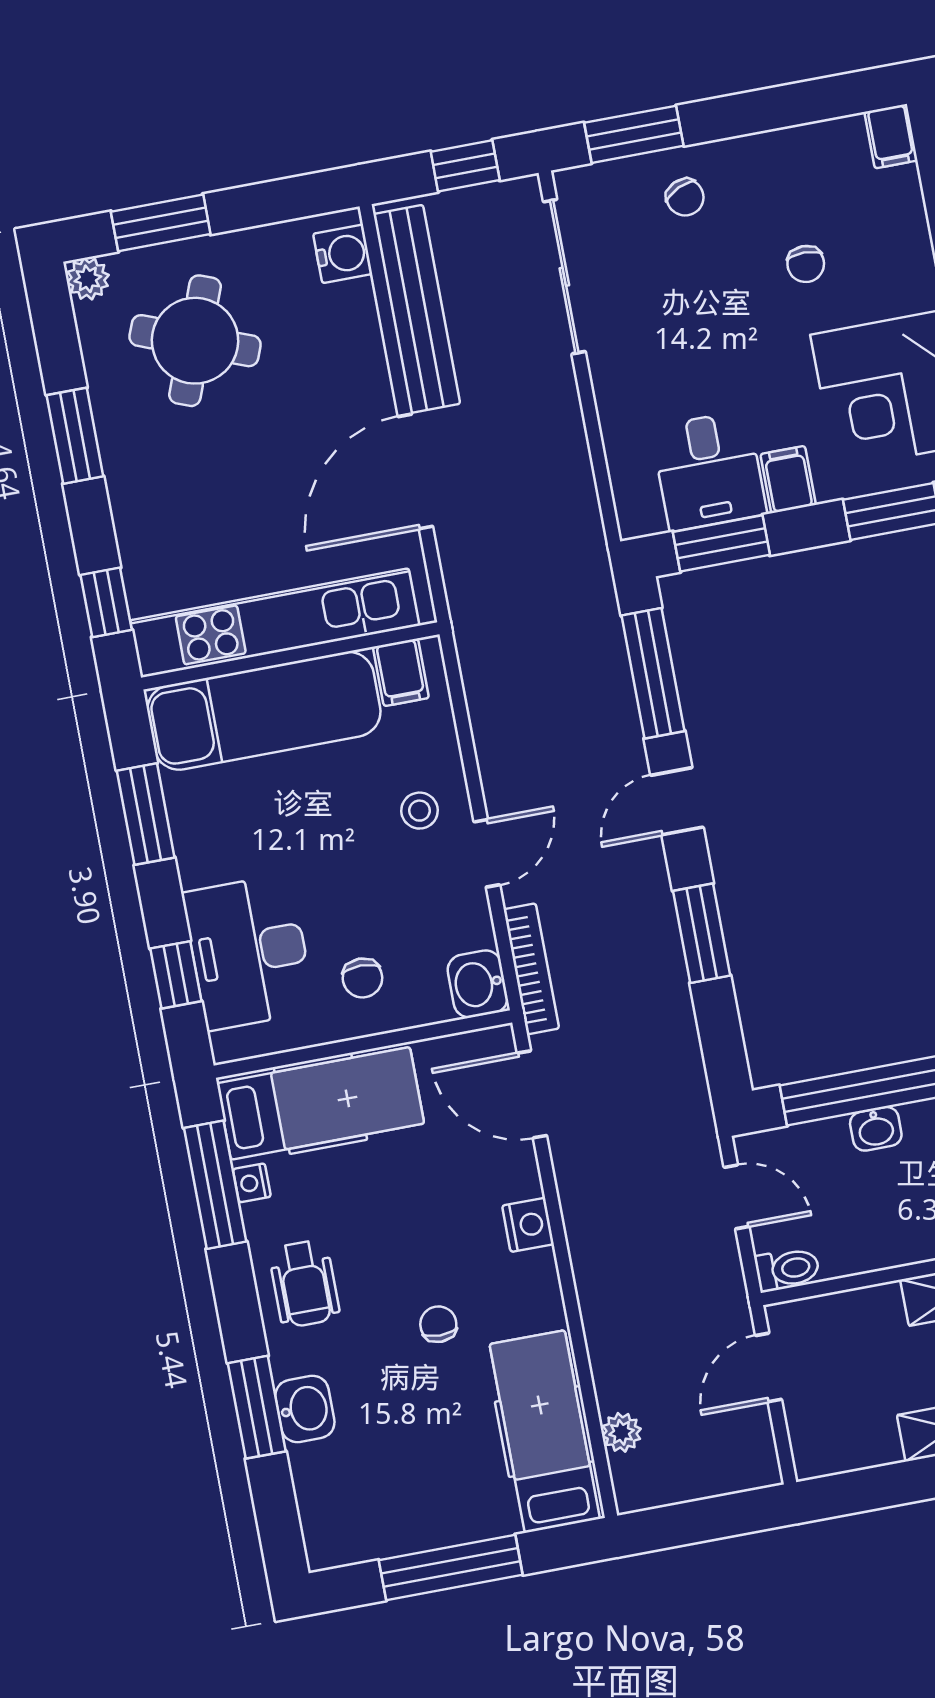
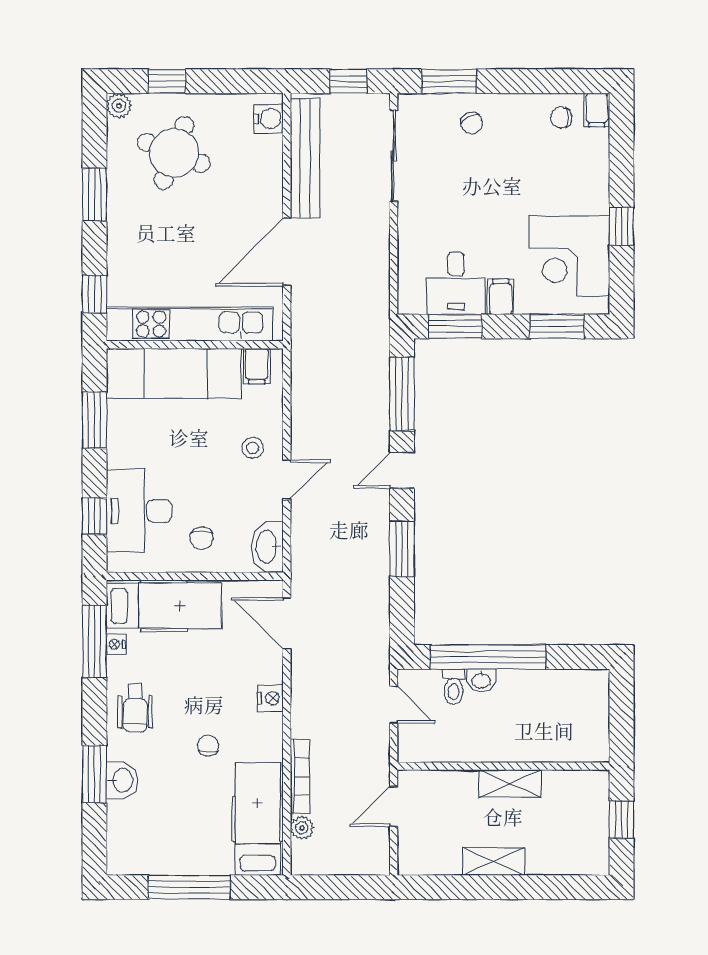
window: (161, 223) -> (167, 81), width x0.67
chair: (806, 264) -> (561, 117), moved, turned 90
bookcase: (531, 969) -> (300, 776), moved
washbasin: (478, 984) -> (267, 547), width x1.38
toilet: (787, 1269) -> (454, 687), moved, turned 90

